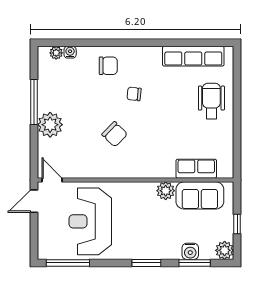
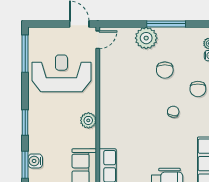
chair: (115, 134) -> (165, 70), moved, turned -44
plant: (166, 191) -> (88, 120), moved

